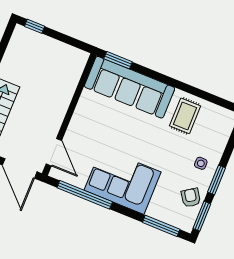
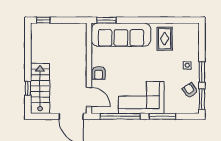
armchair: (79, 126) -> (99, 73), added
window: (161, 226) -> (162, 116), moved

